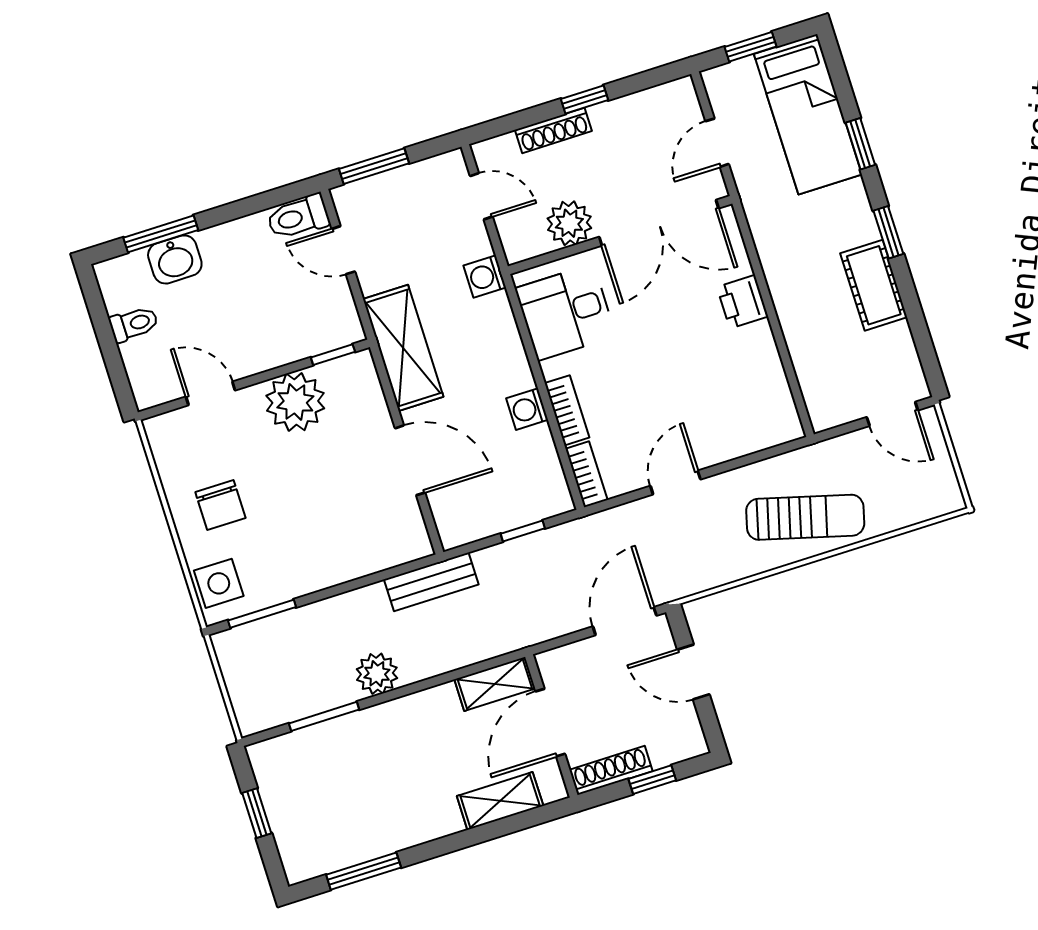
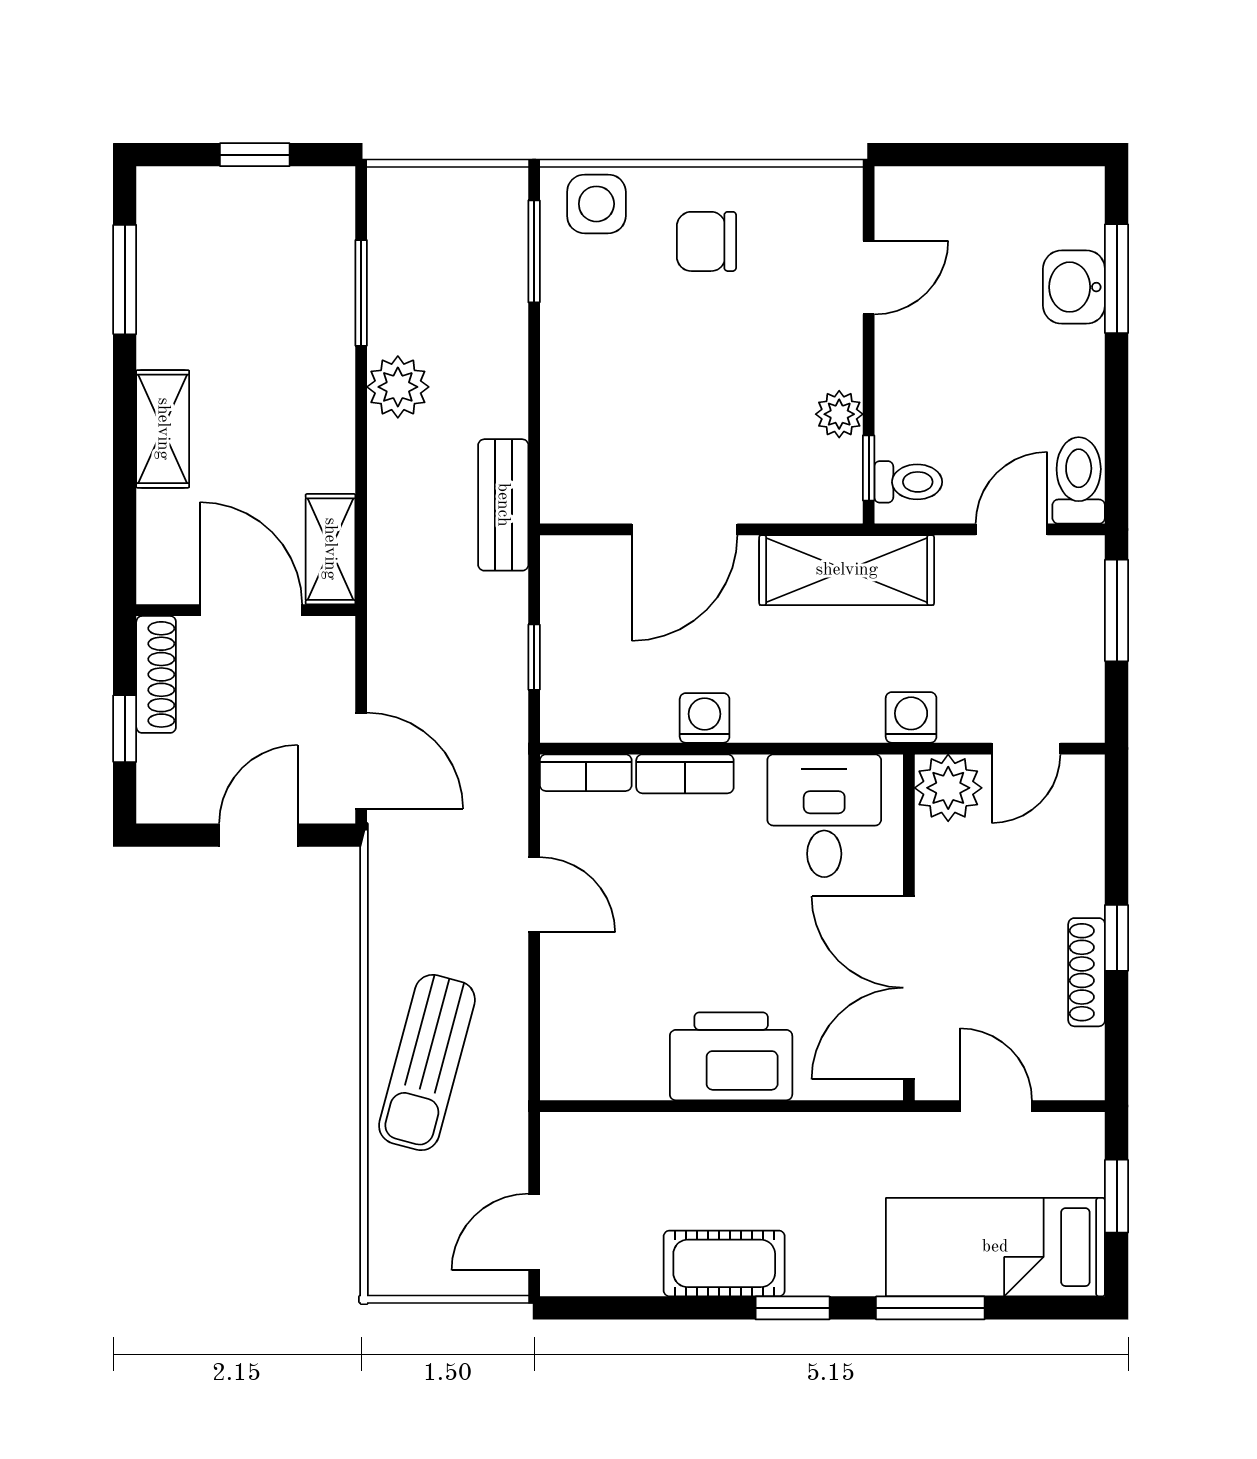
shoe rack: (553, 130) -> (1087, 972), moved
window: (860, 144) -> (930, 1308), width x1.50
plant: (569, 223) -> (948, 788), moved
printer: (743, 302) -> (731, 1056), width x1.87, depth x1.48
toilet: (134, 324) -> (908, 482), moved, turned -90
plant: (295, 402) -> (839, 414), width x0.53, depth x0.53
shelving: (500, 801) -> (163, 429), moved

